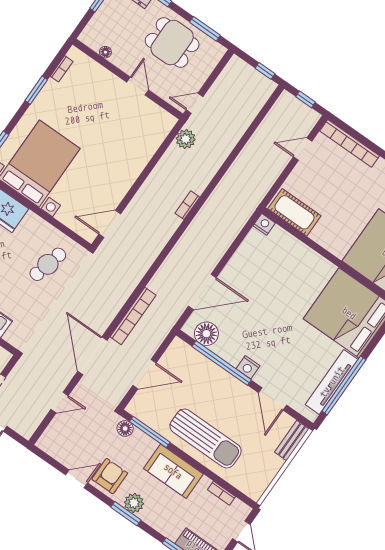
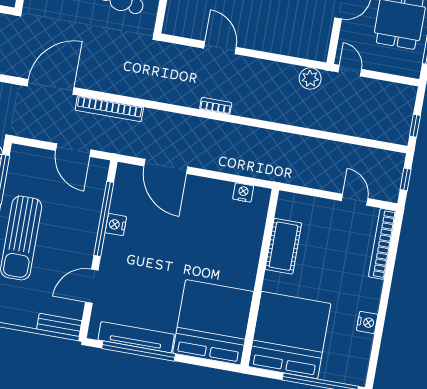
bookcase: (187, 205) -> (216, 106), moved
cot: (294, 212) -> (283, 246), moved
door: (110, 224) -> (220, 48), moved
nightstand: (264, 224) -> (243, 192), moved, turned -90
floor lamp: (206, 334) -> (126, 190), removed
nightstand: (248, 367) -> (116, 225), moved
door: (144, 374) -> (73, 150), moved

